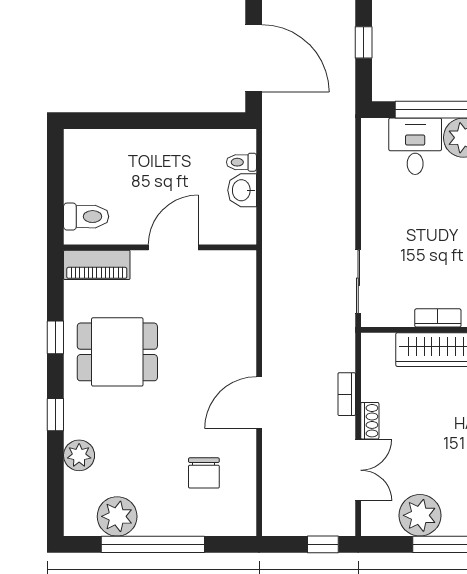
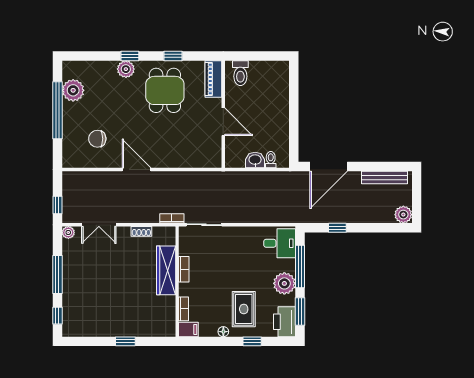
desk: (415, 146) -> (280, 243), moved
bookcase: (347, 394) -> (172, 218), moved
shoe rack: (370, 421) -> (141, 231), moved
plant: (79, 455) -> (126, 69), moved
plant: (420, 515) -> (68, 232), moved, width x0.53, depth x0.53

